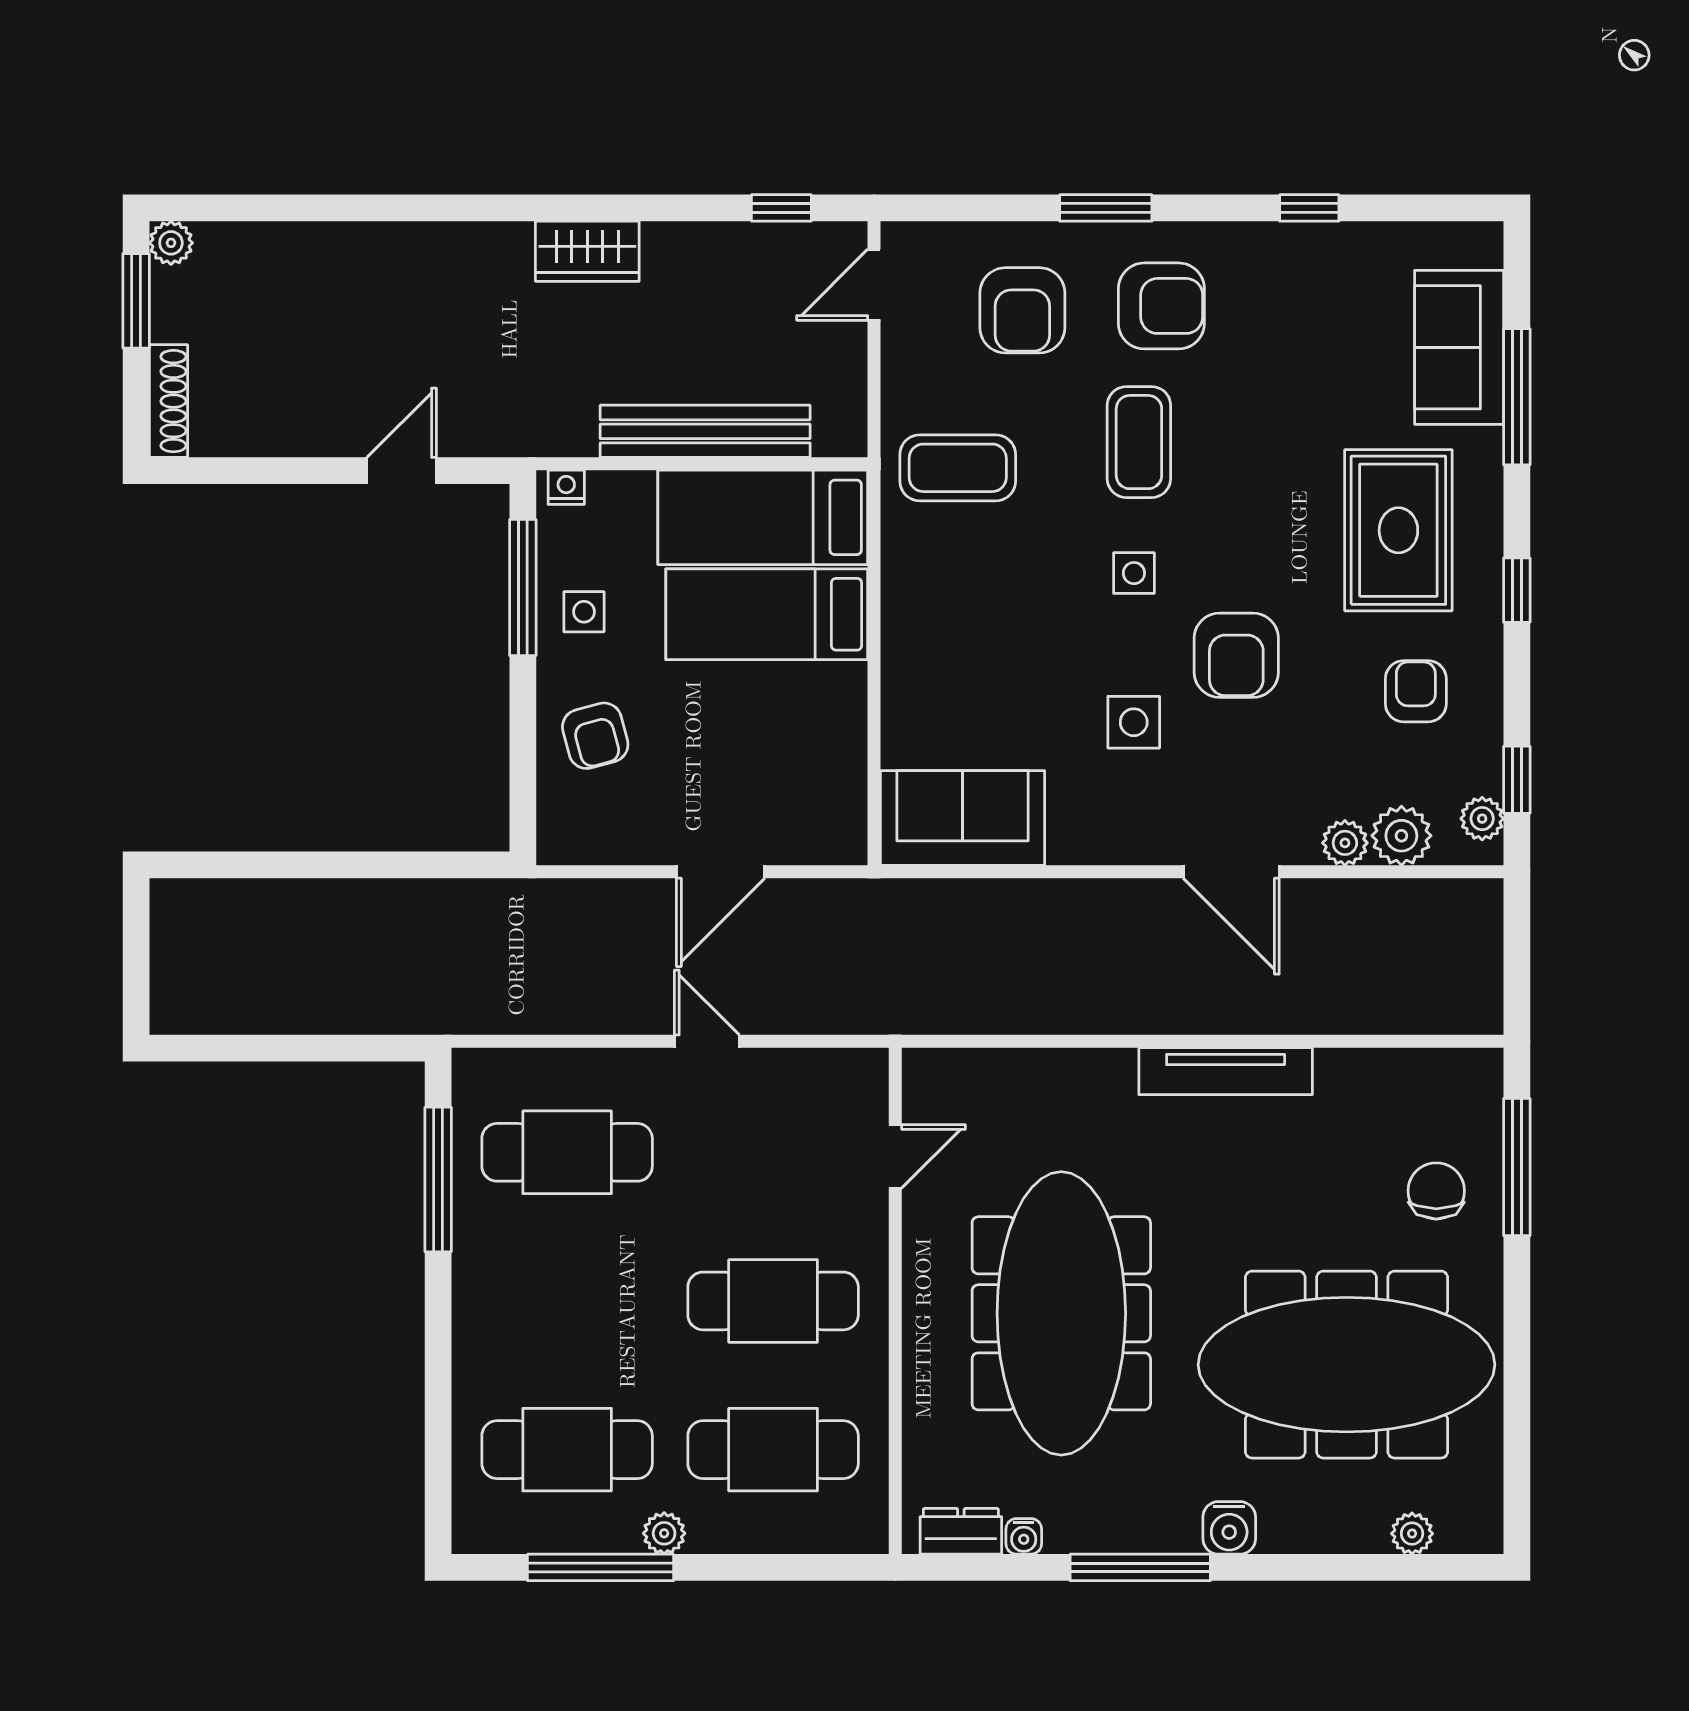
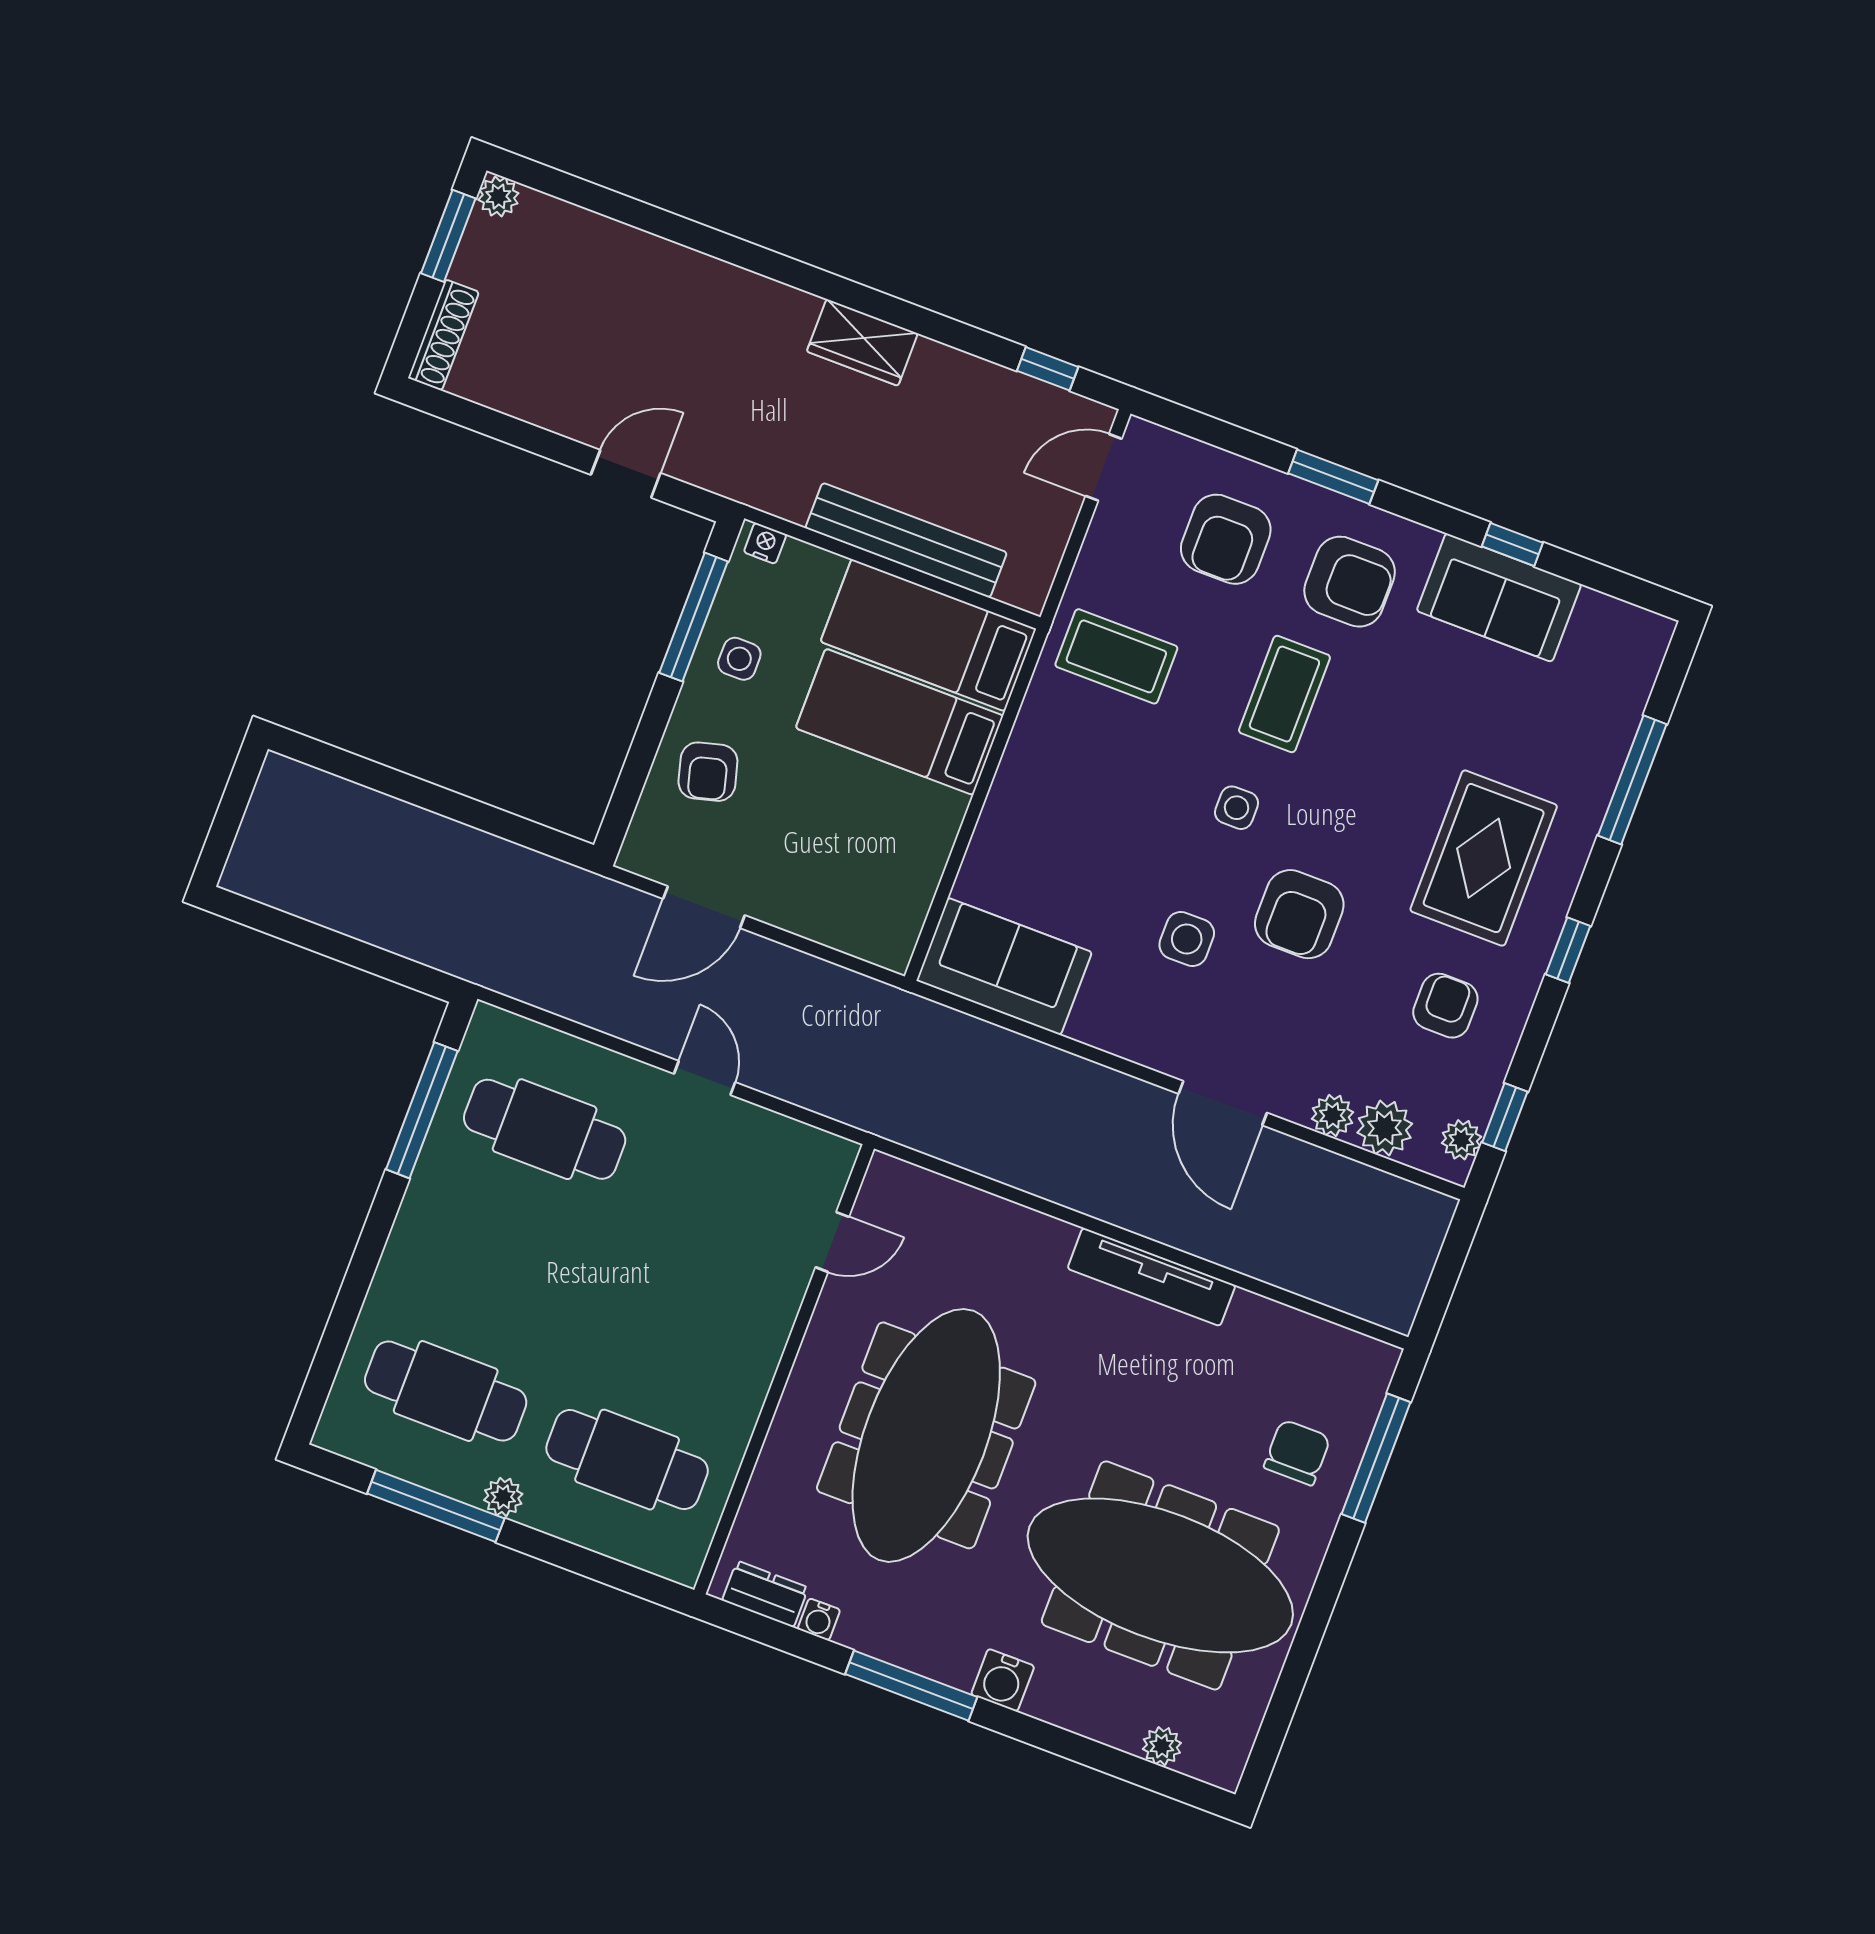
sofa: (1459, 347) -> (1499, 598), moved, turned -90
door: (721, 872) -> (704, 907), moved
cafe table: (773, 1301) -> (677, 1329), removed

